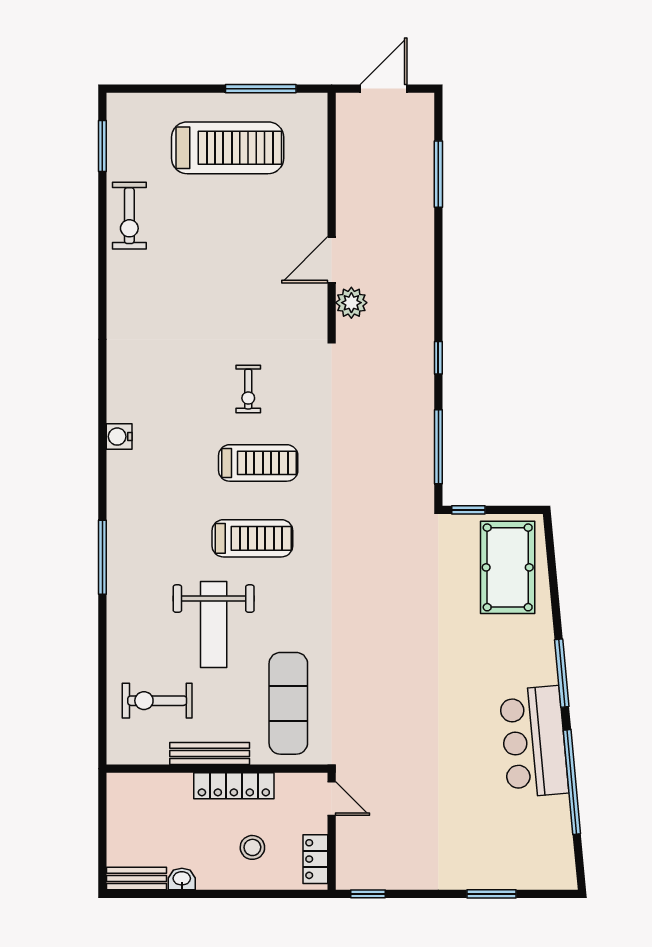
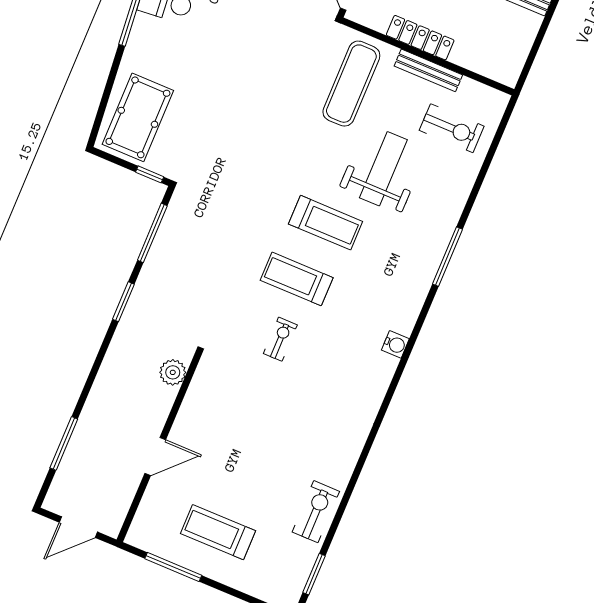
treadmill: (228, 148) -> (218, 532), width x0.73, depth x0.73
door: (332, 260) -> (155, 457), moved
window: (438, 358) -> (123, 302), width x1.50
treadmill: (252, 538) -> (326, 223), turned 180

